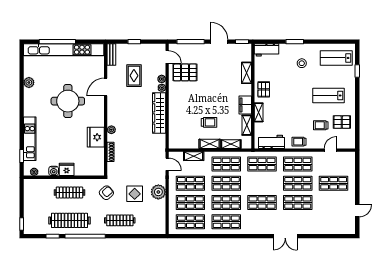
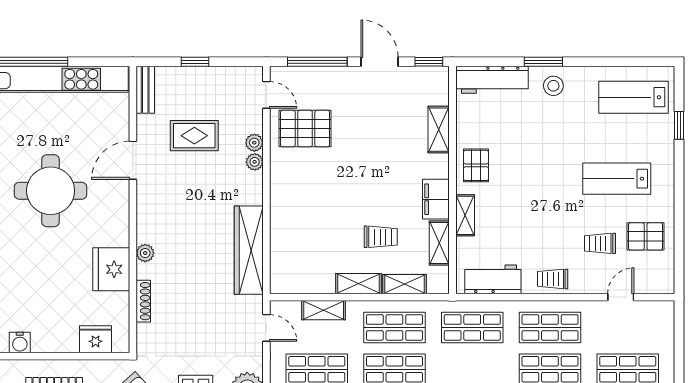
workbench: (267, 50) -> (492, 80), width x1.38
stool: (302, 63) -> (553, 86), moved
rug: (134, 76) -> (194, 136), turned 90
wardrobe: (159, 113) -> (249, 250), moved
trolley: (209, 122) -> (381, 237), moved
fridge: (67, 169) -> (96, 339), moved

